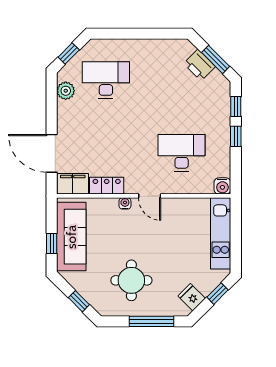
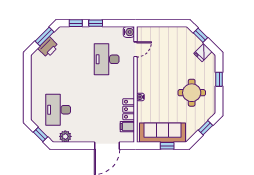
filing cabinet: (73, 184) -> (127, 127), width x0.50
door: (150, 196) -> (135, 49), moved
kitchen unit: (221, 233) -> (160, 33), removed
window: (151, 321) -> (219, 79), width x0.46

